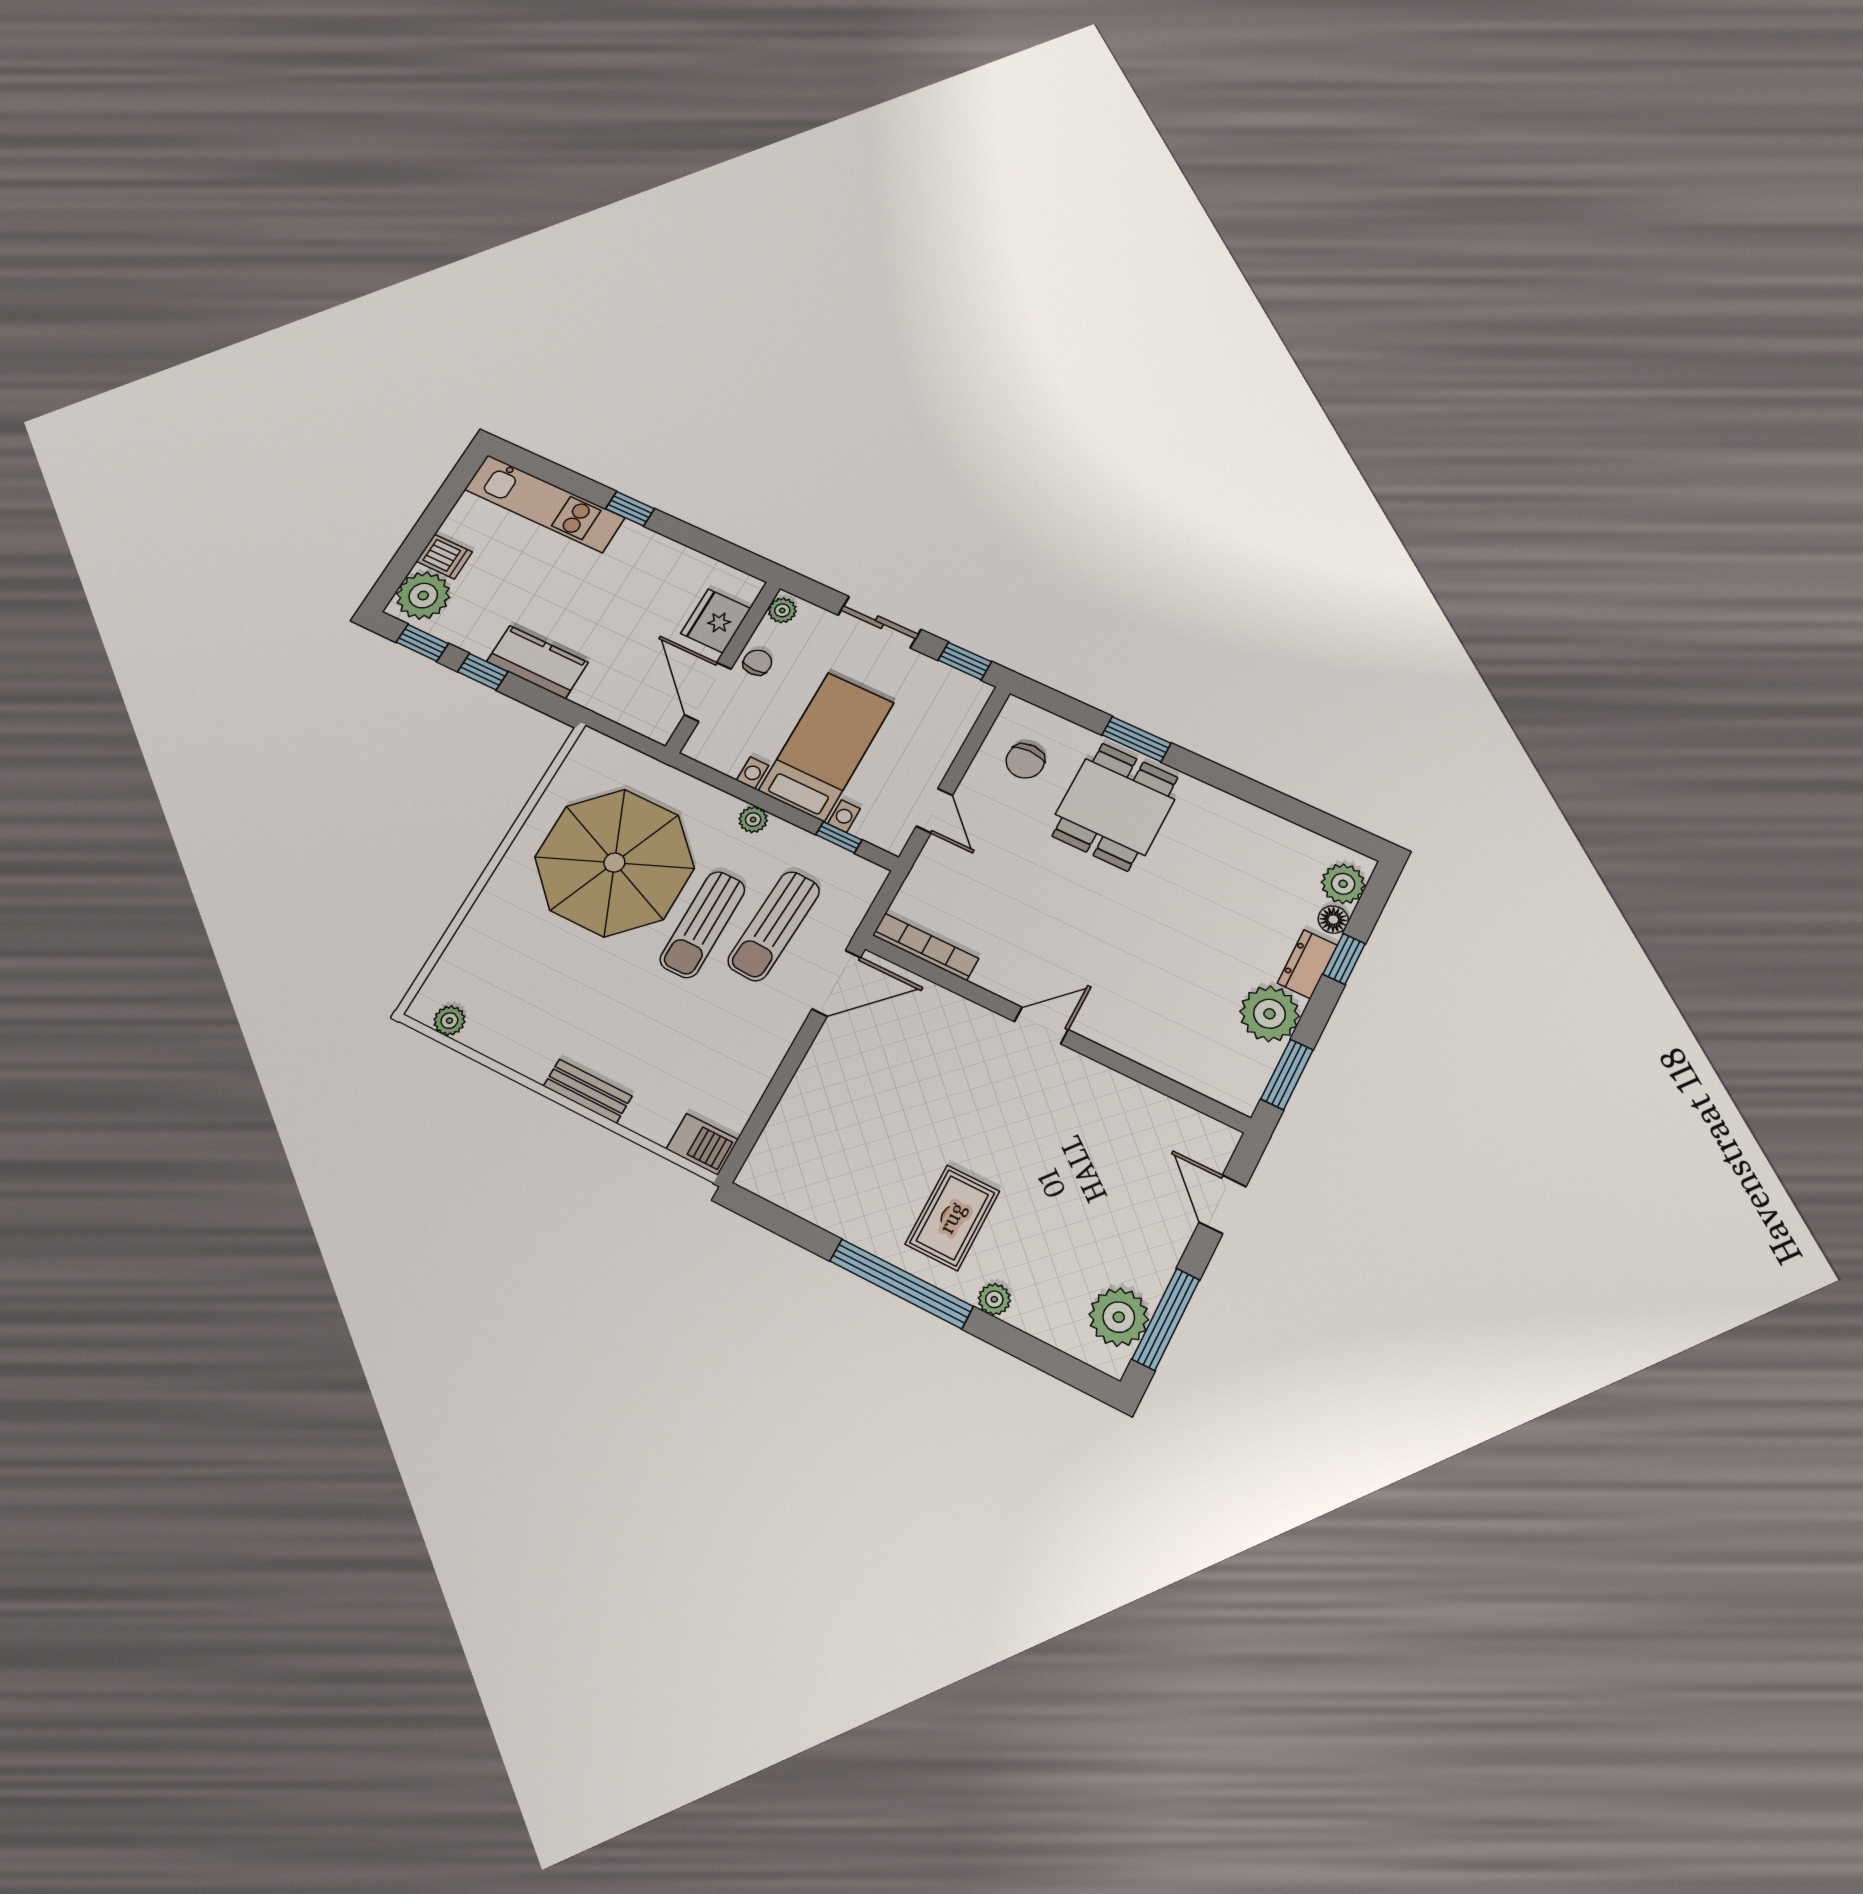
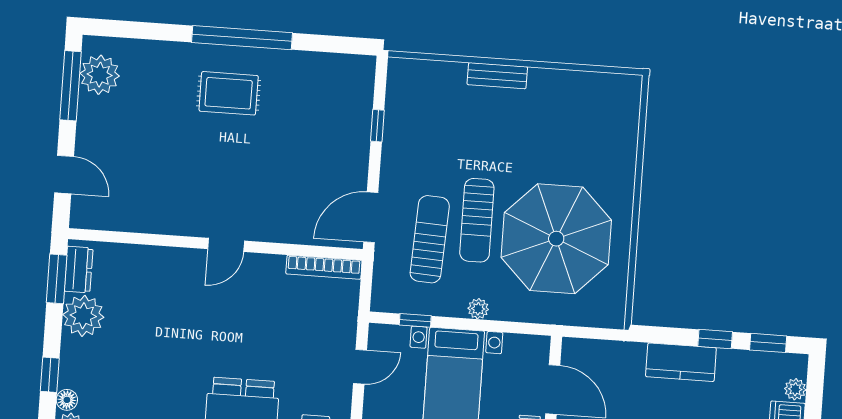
plant: (423, 596) -> (795, 389), width x0.53, depth x0.53
door: (934, 811) -> (360, 367), swing flipped
sun lounger: (703, 924) -> (477, 220), turned 180
dresser: (1307, 964) -> (79, 270), moved
plant: (449, 1021) -> (610, 84), removed
window: (774, 1093) -> (377, 126), added
barbecue: (702, 1144) -> (407, 73), removed
rug: (952, 1218) -> (229, 93), turned 90
plant: (994, 1299) -> (181, 53), removed

